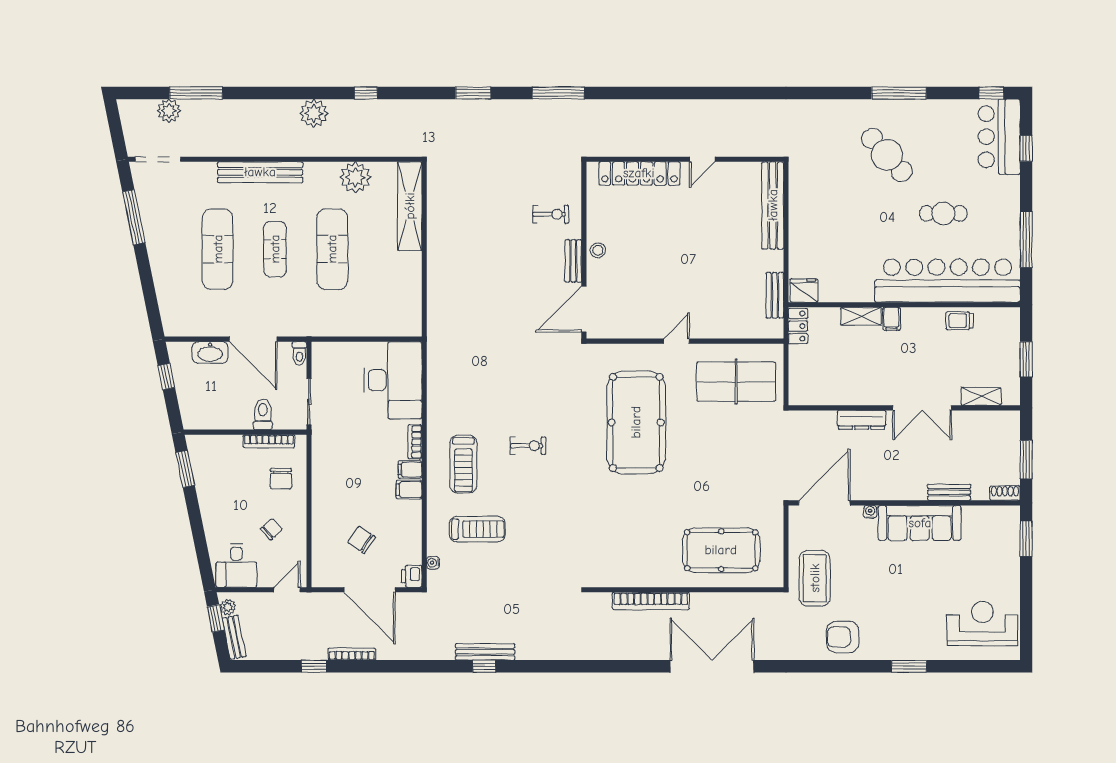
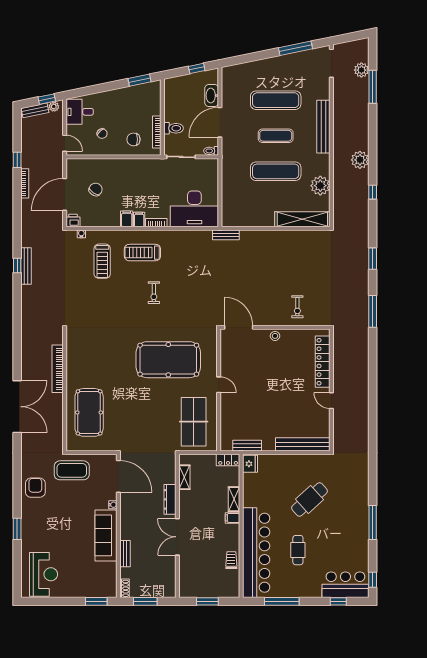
cafe table: (887, 155) -> (310, 499), moved
bench: (573, 261) -> (226, 235), moved
shelving: (981, 396) -> (184, 477), moved

